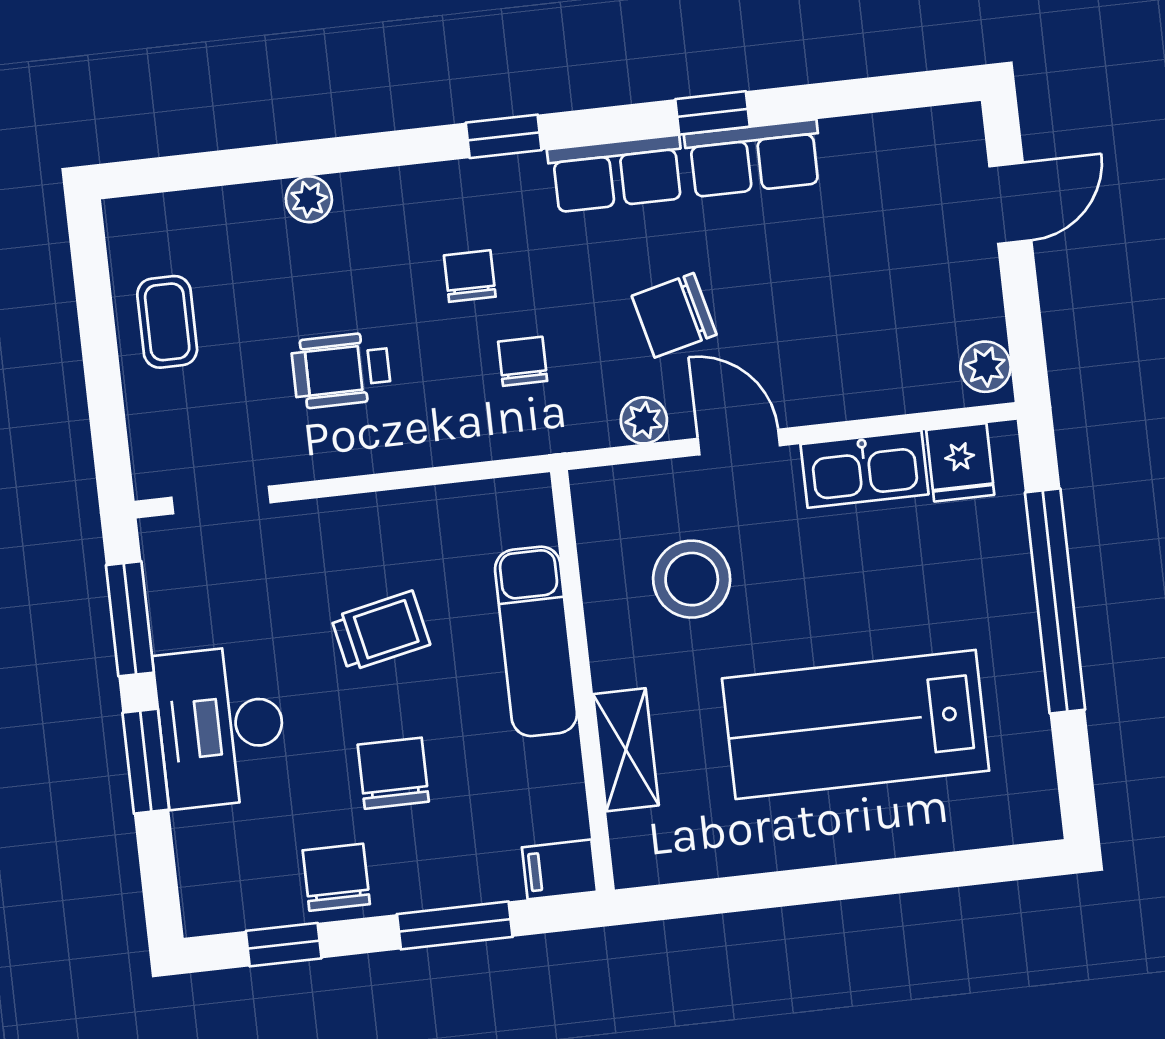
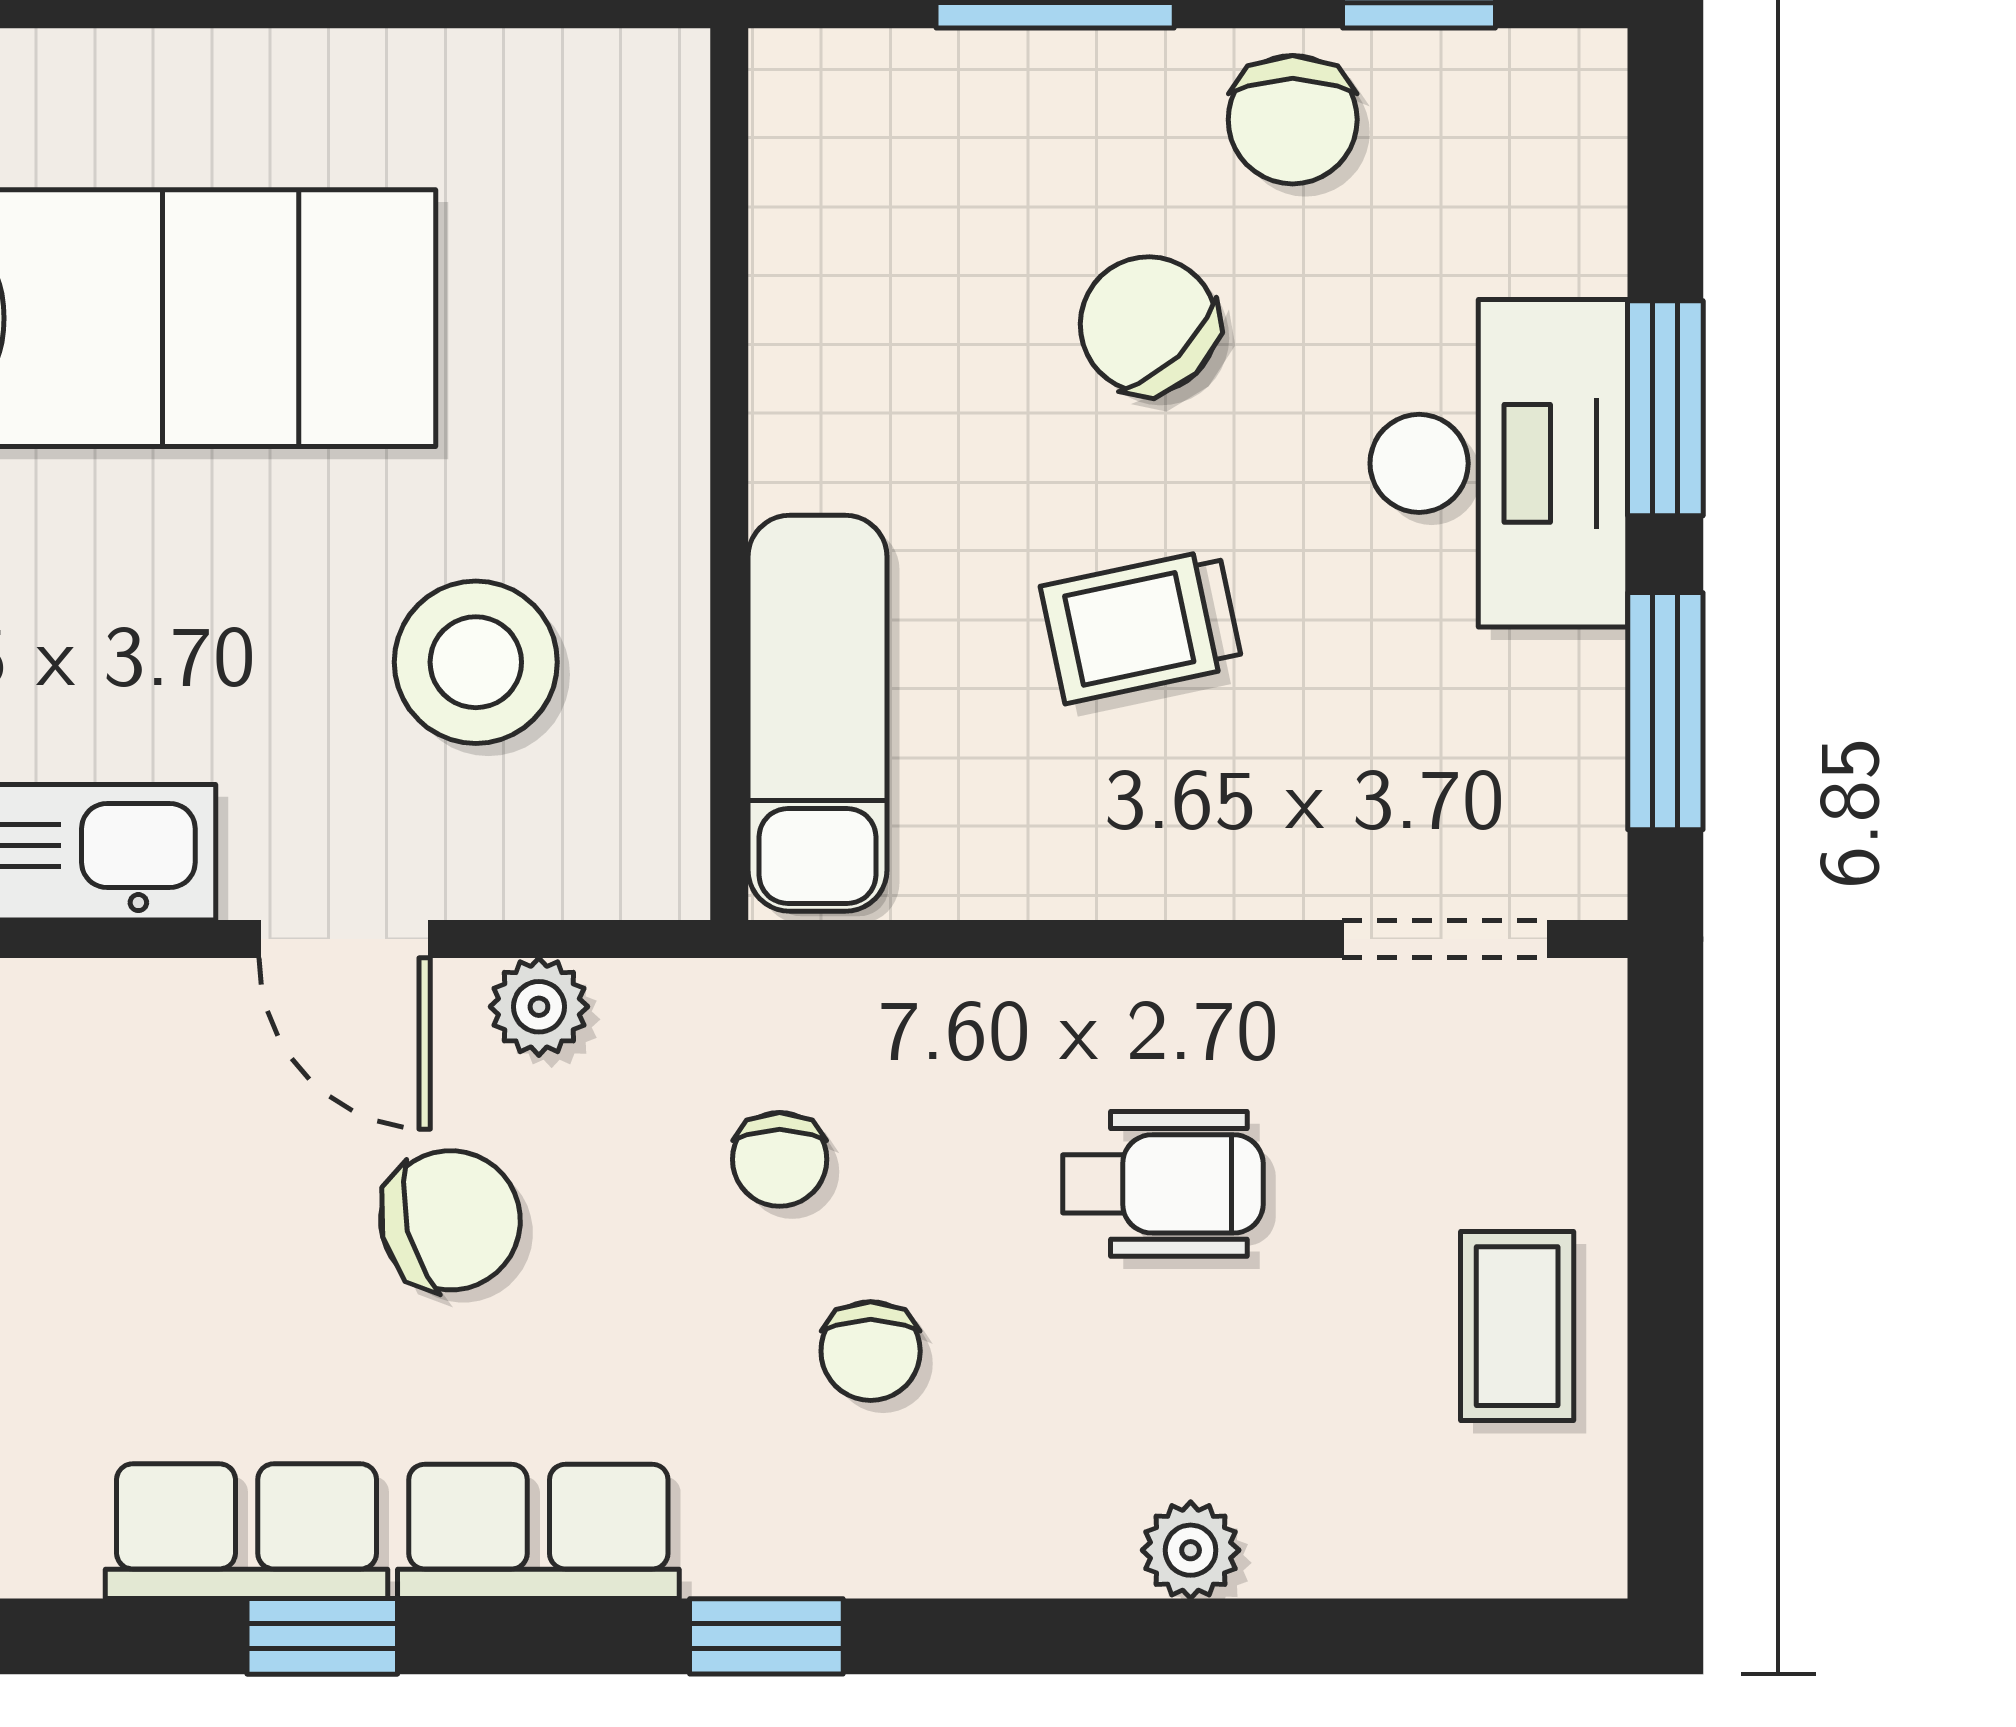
exam couch: (536, 641) -> (818, 713), moved
shelving: (626, 750) -> (654, 319), removed
chair: (393, 773) -> (1148, 325), turned 136
filing cabinet: (559, 869) -> (822, 83), removed

